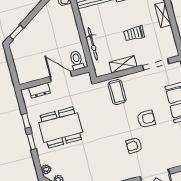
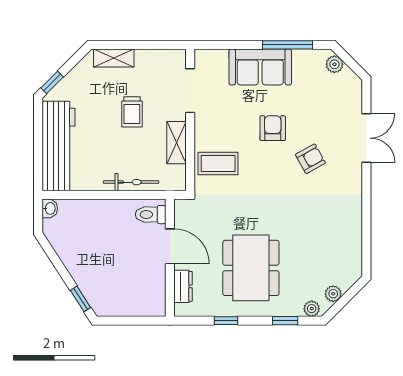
door: (61, 77) -> (170, 246), swing flipped
window: (31, 142) -> (285, 321), moved
armchair: (134, 146) -> (310, 159), turned -119

